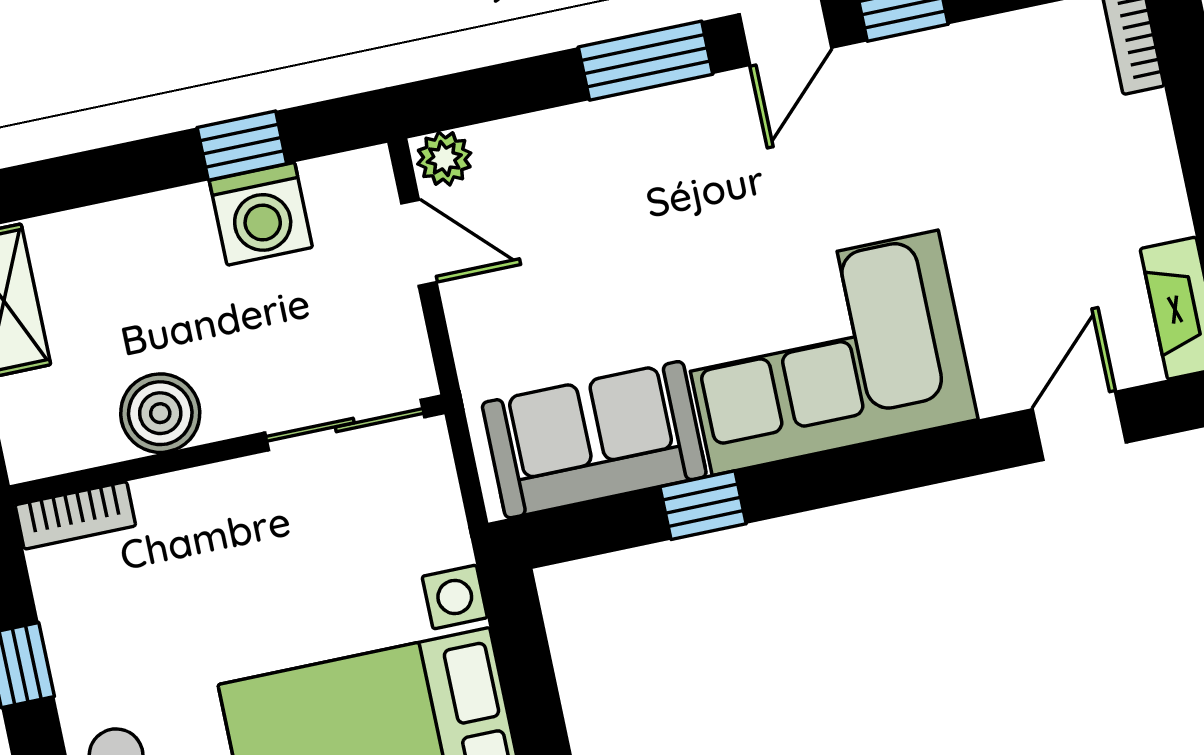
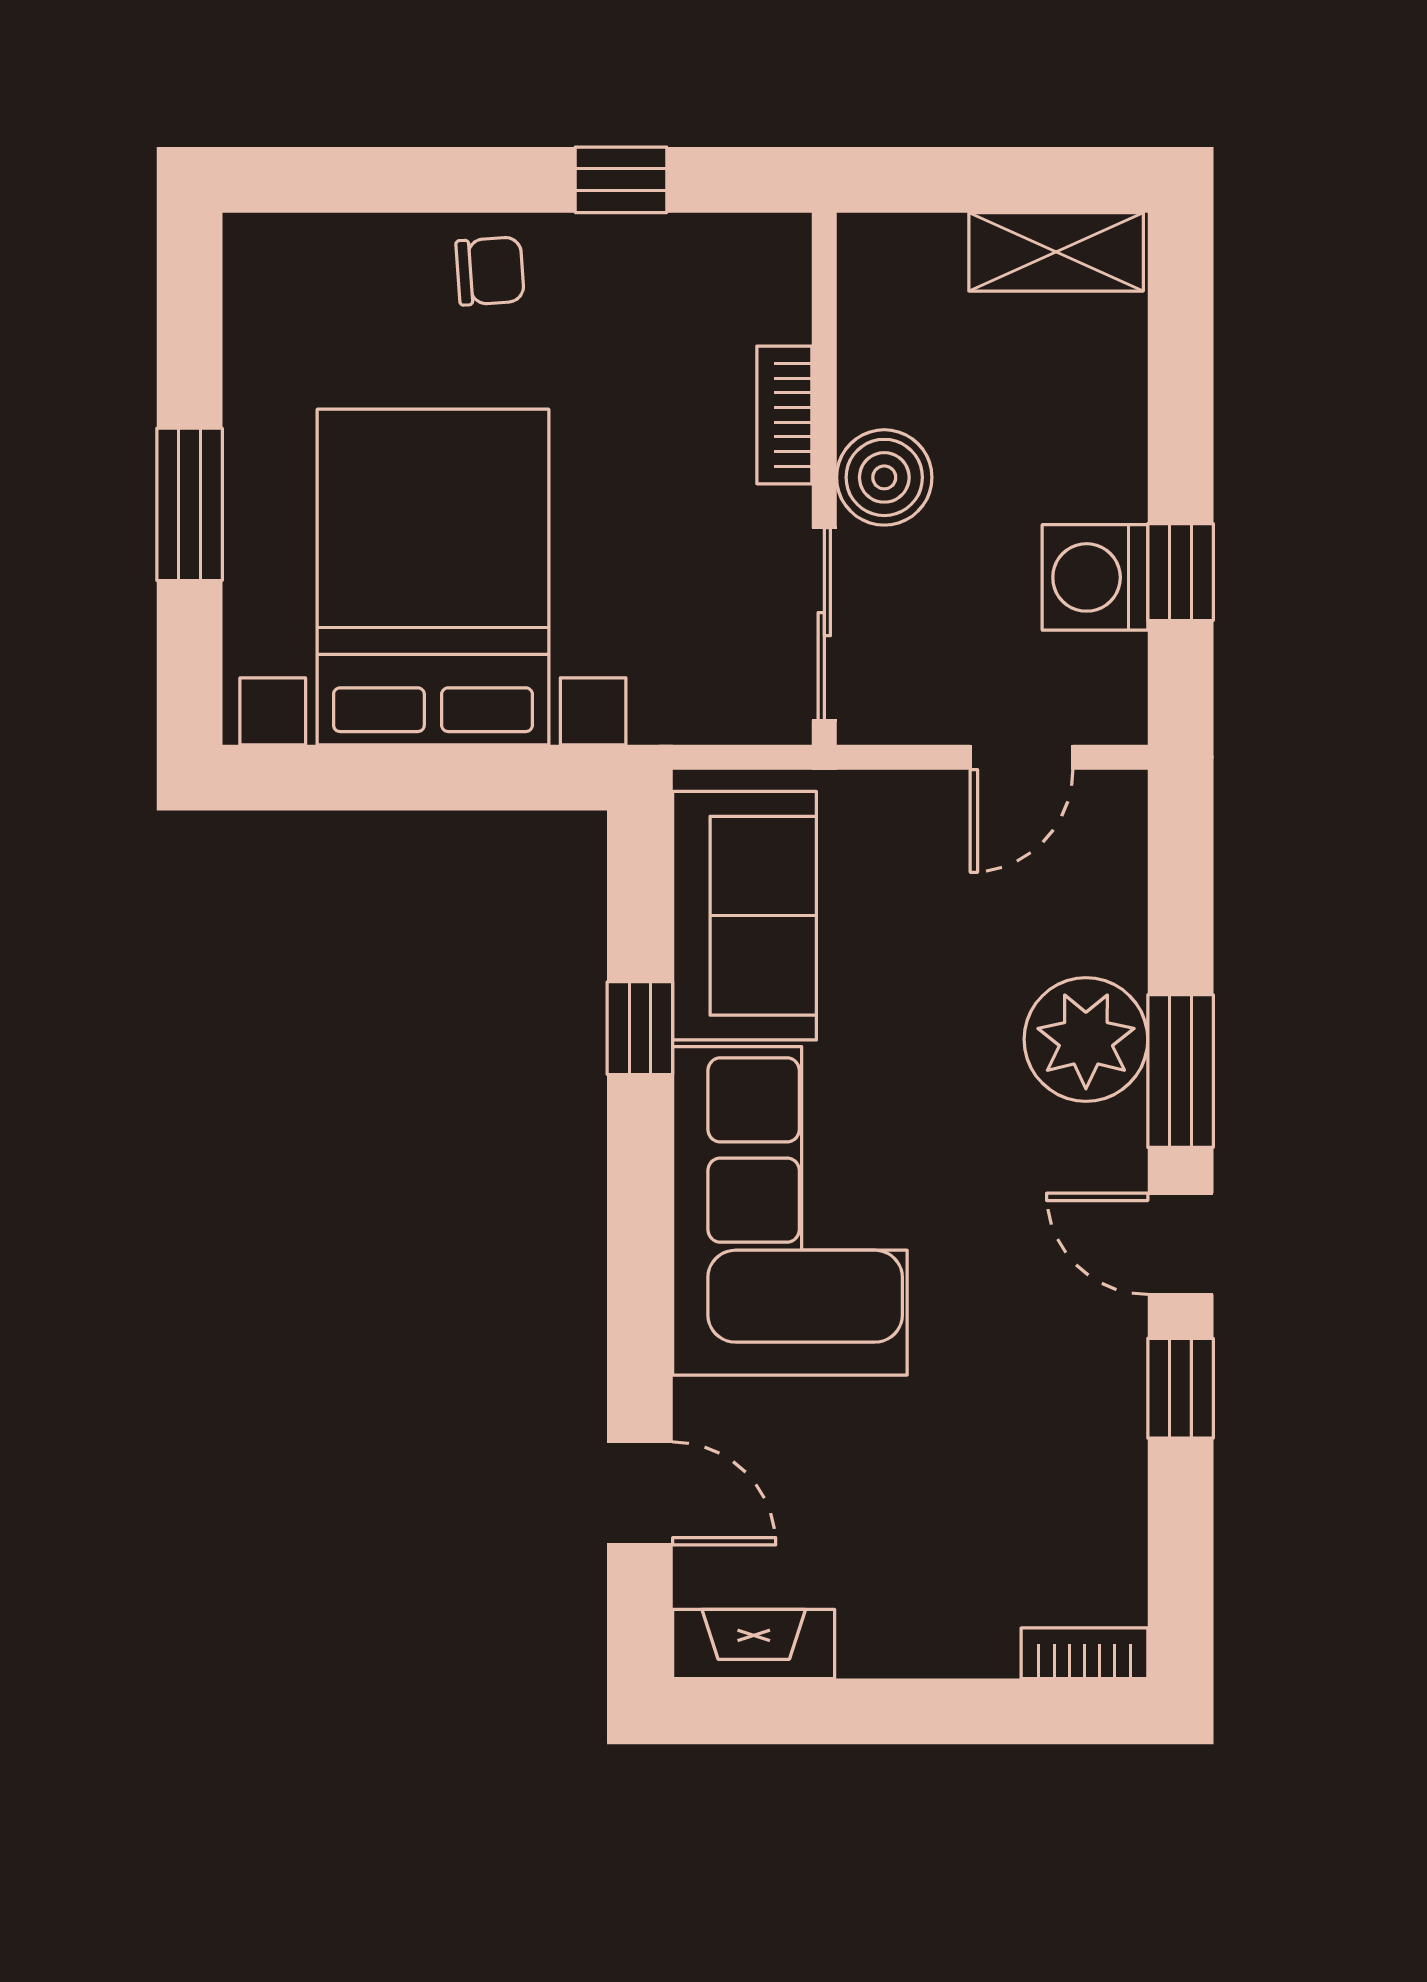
plant: (444, 159) -> (1086, 1039), moved, width x1.87, depth x1.87
boiler: (160, 413) -> (884, 477), moved
bookcase: (75, 515) -> (784, 415), moved

